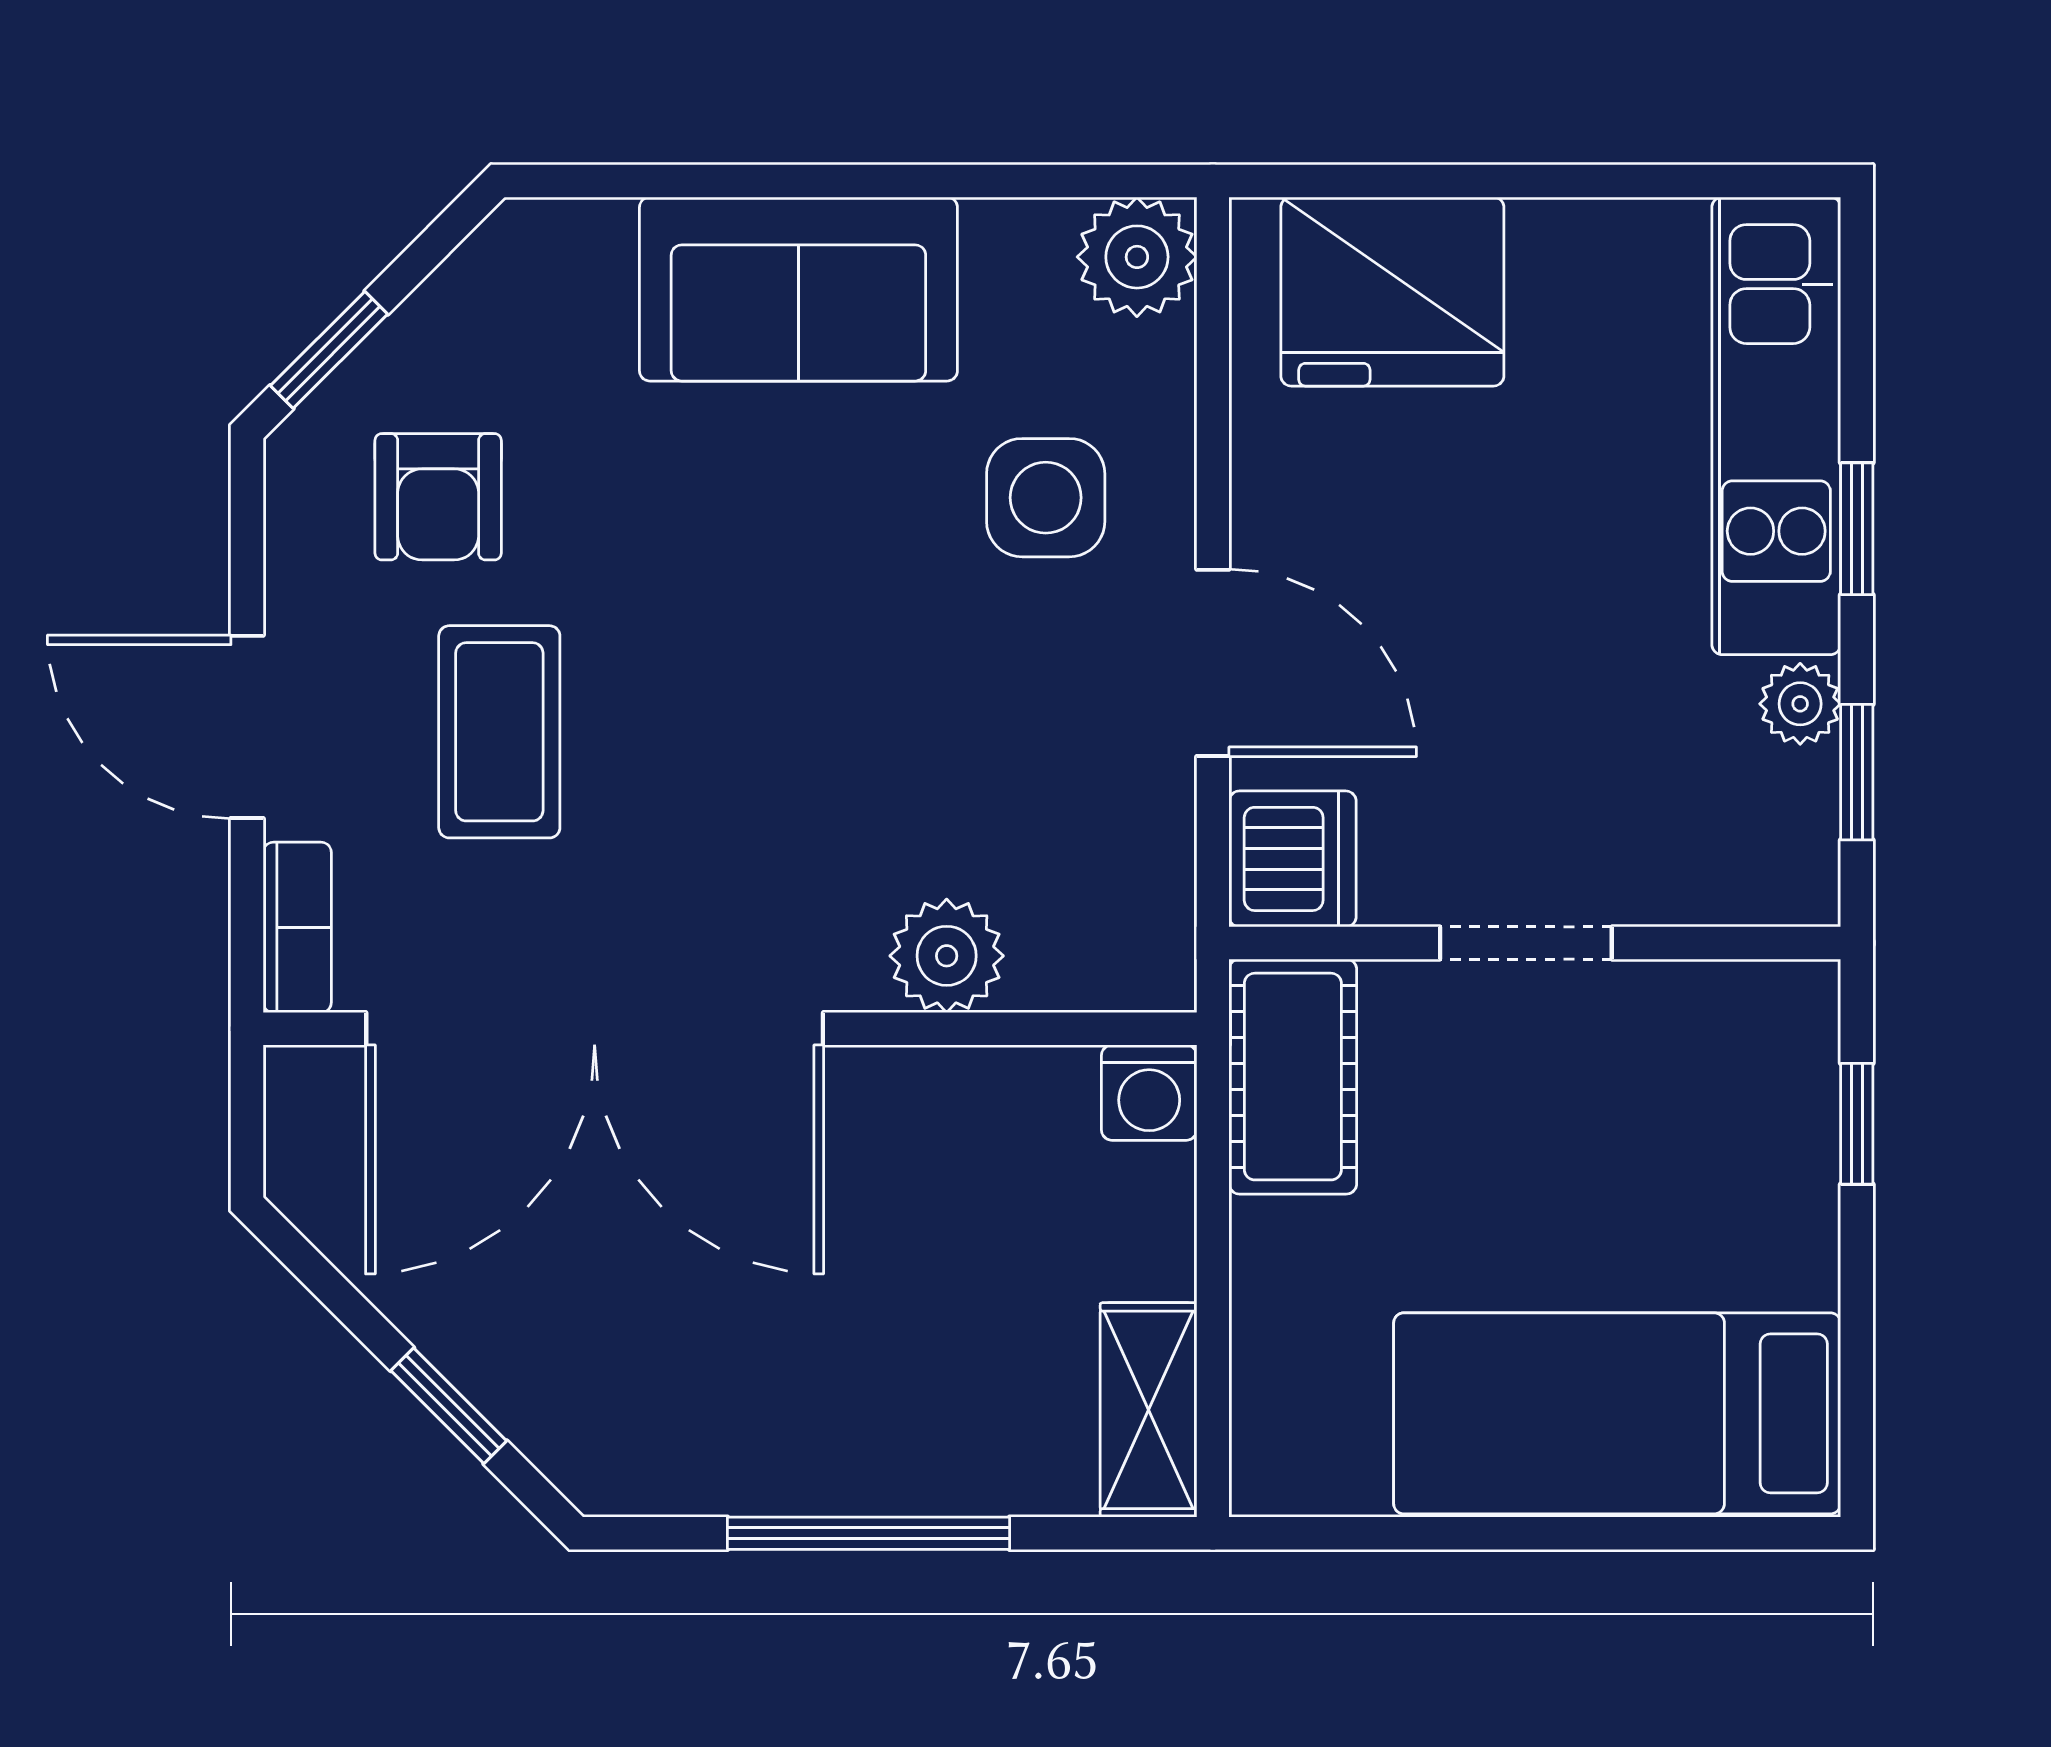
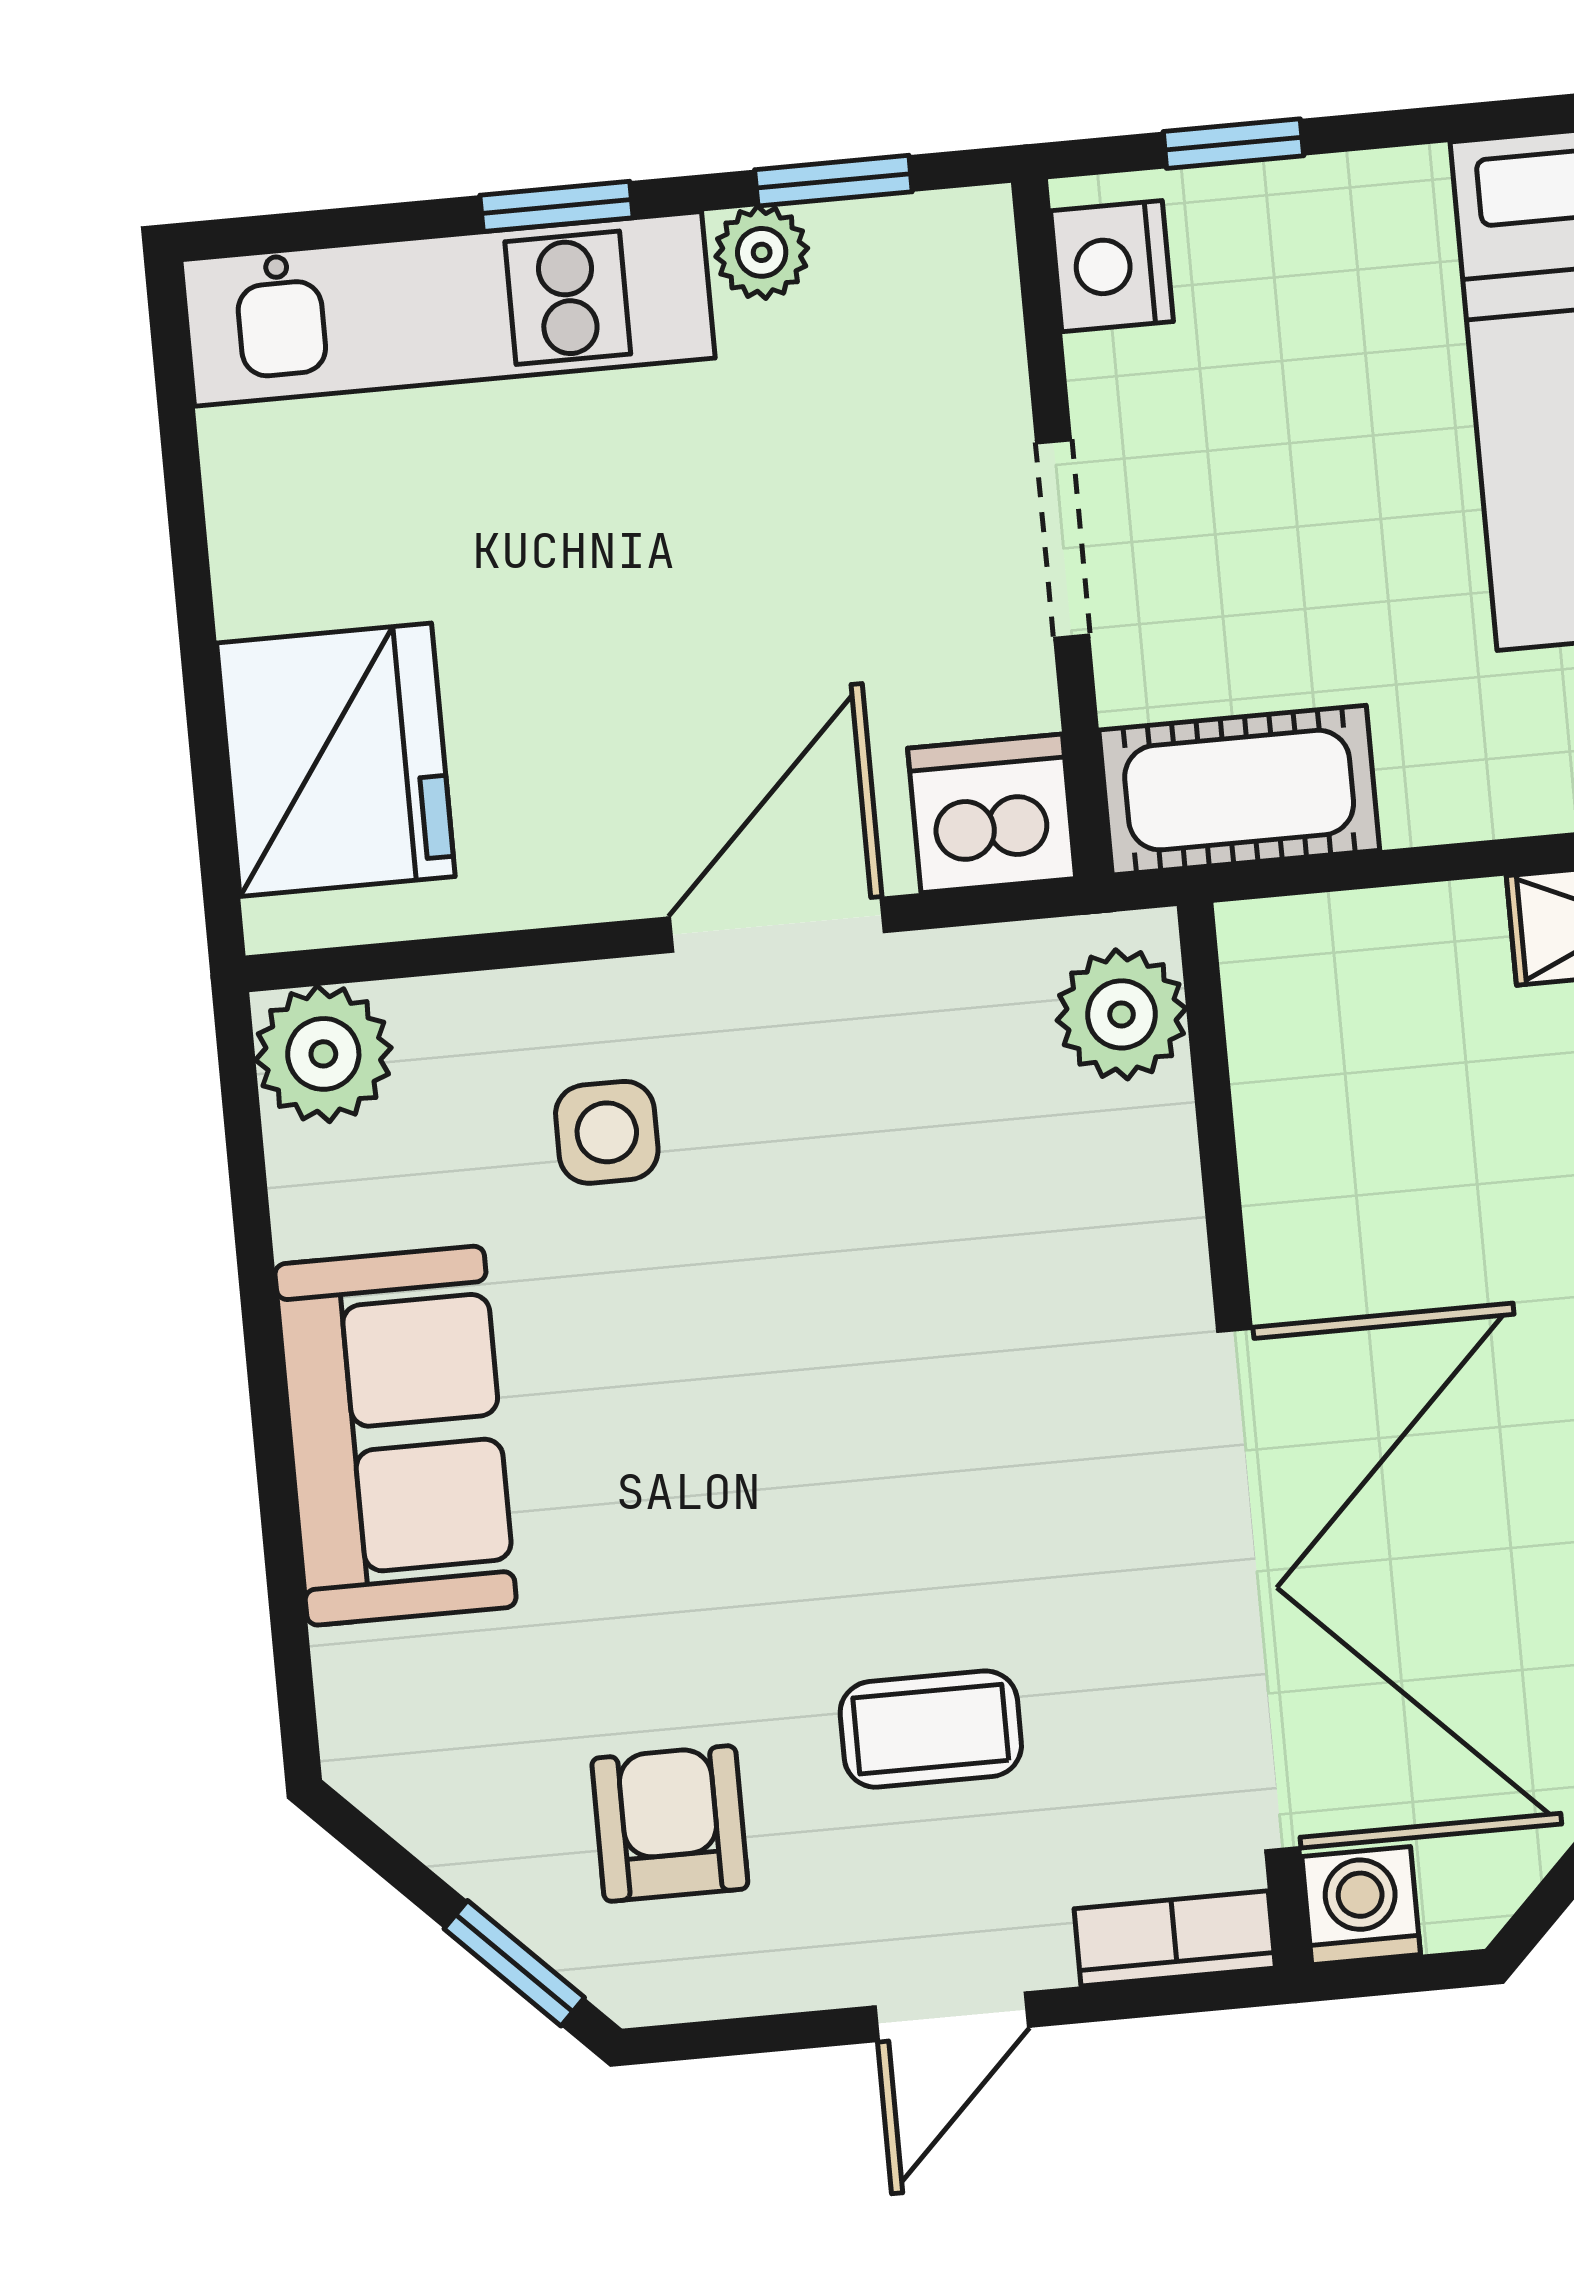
armchair: (438, 497) -> (670, 1824), turned -90
side table: (1046, 498) -> (607, 1132), width x0.73, depth x0.73
door: (247, 727) -> (952, 2017), width x0.73
coffee table: (499, 732) -> (931, 1729), width x0.73, depth x0.77
plant: (947, 956) -> (1122, 1014), moved
nightstand: (1760, 1008) -> (1112, 266), added
washing machine: (1149, 1093) -> (1361, 1906), moved, turned -90

